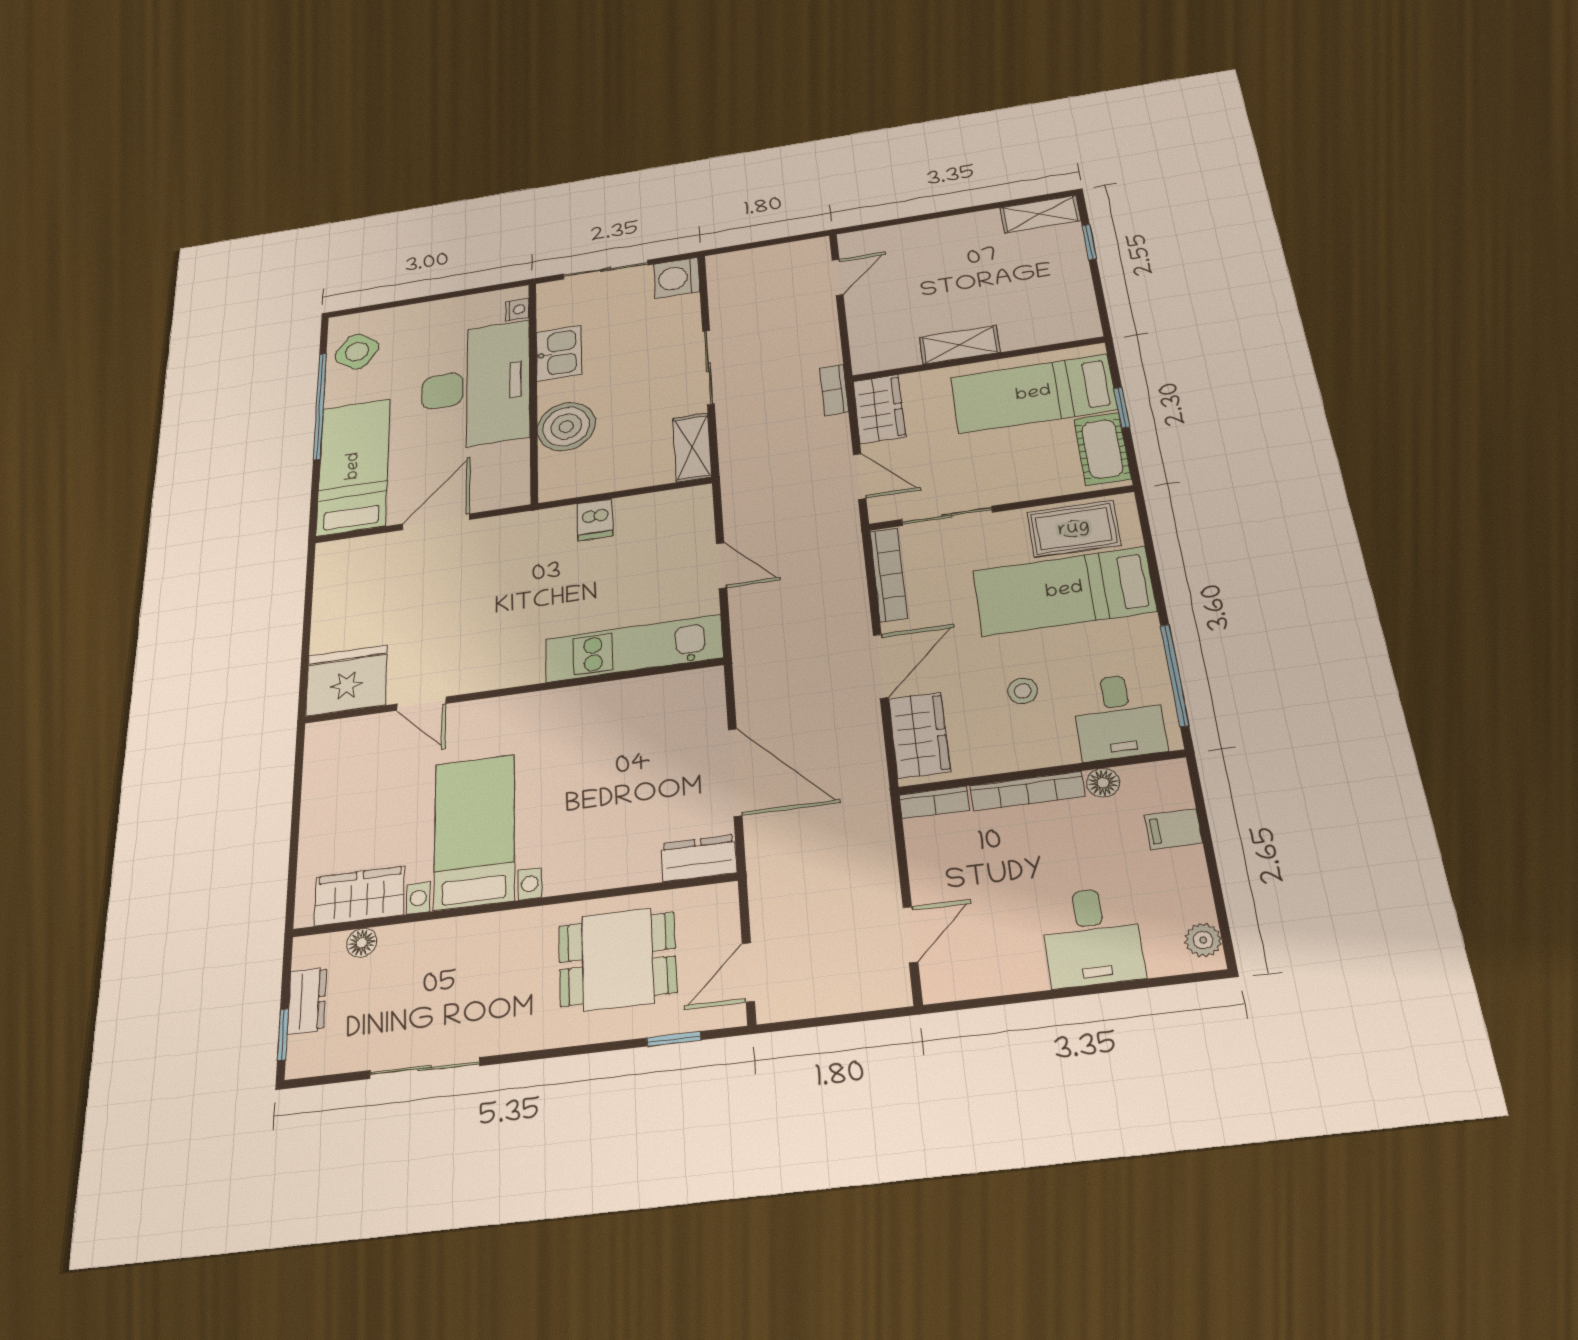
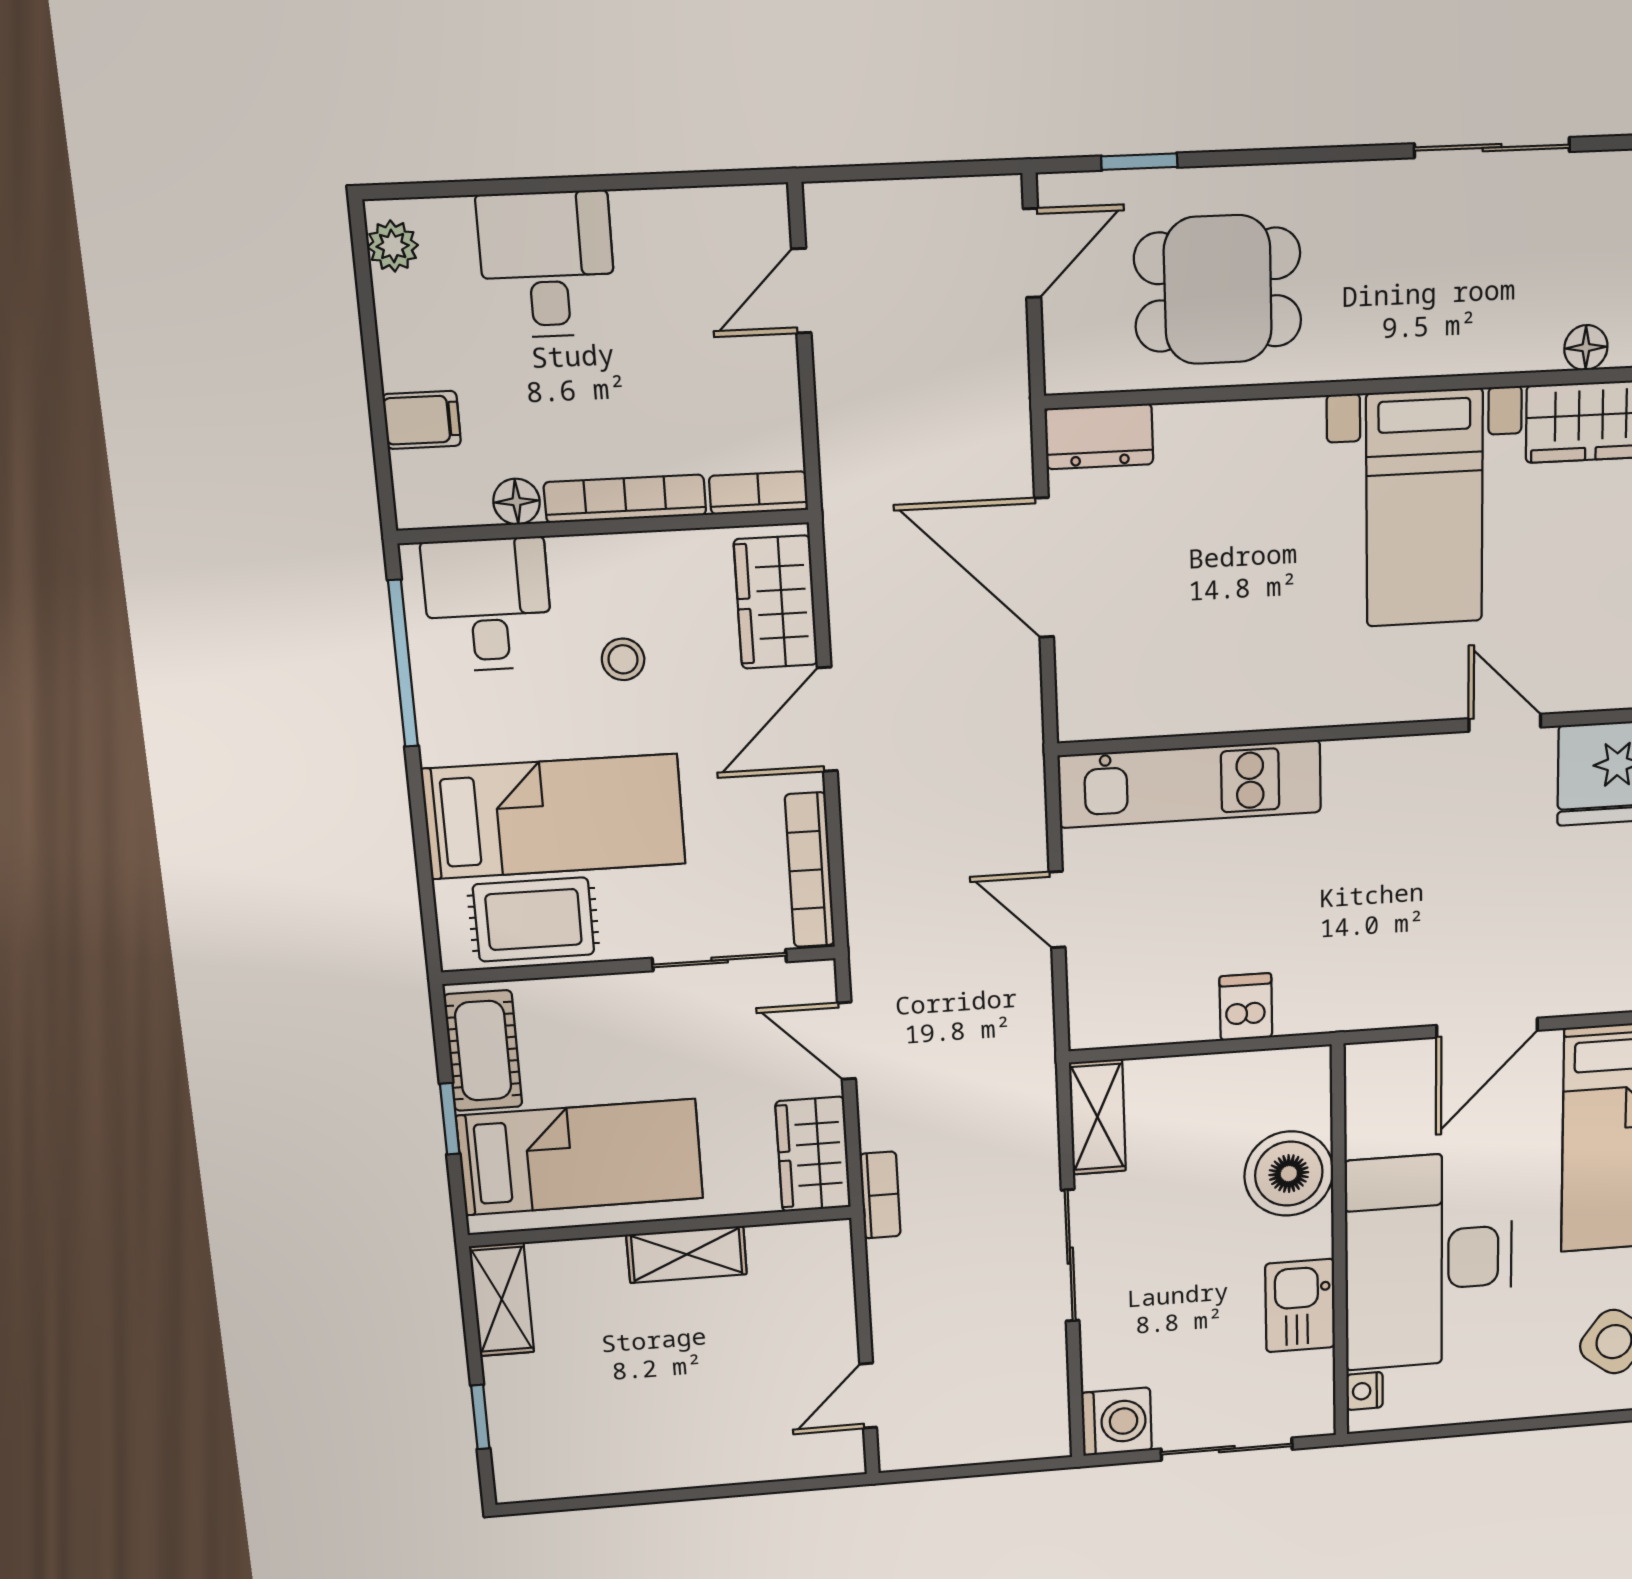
shelving: (1040, 214) -> (502, 1299), moved, turned 90

